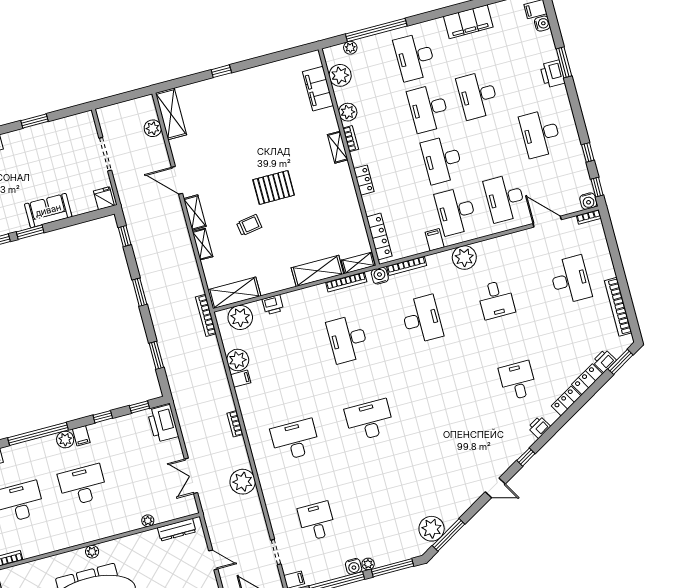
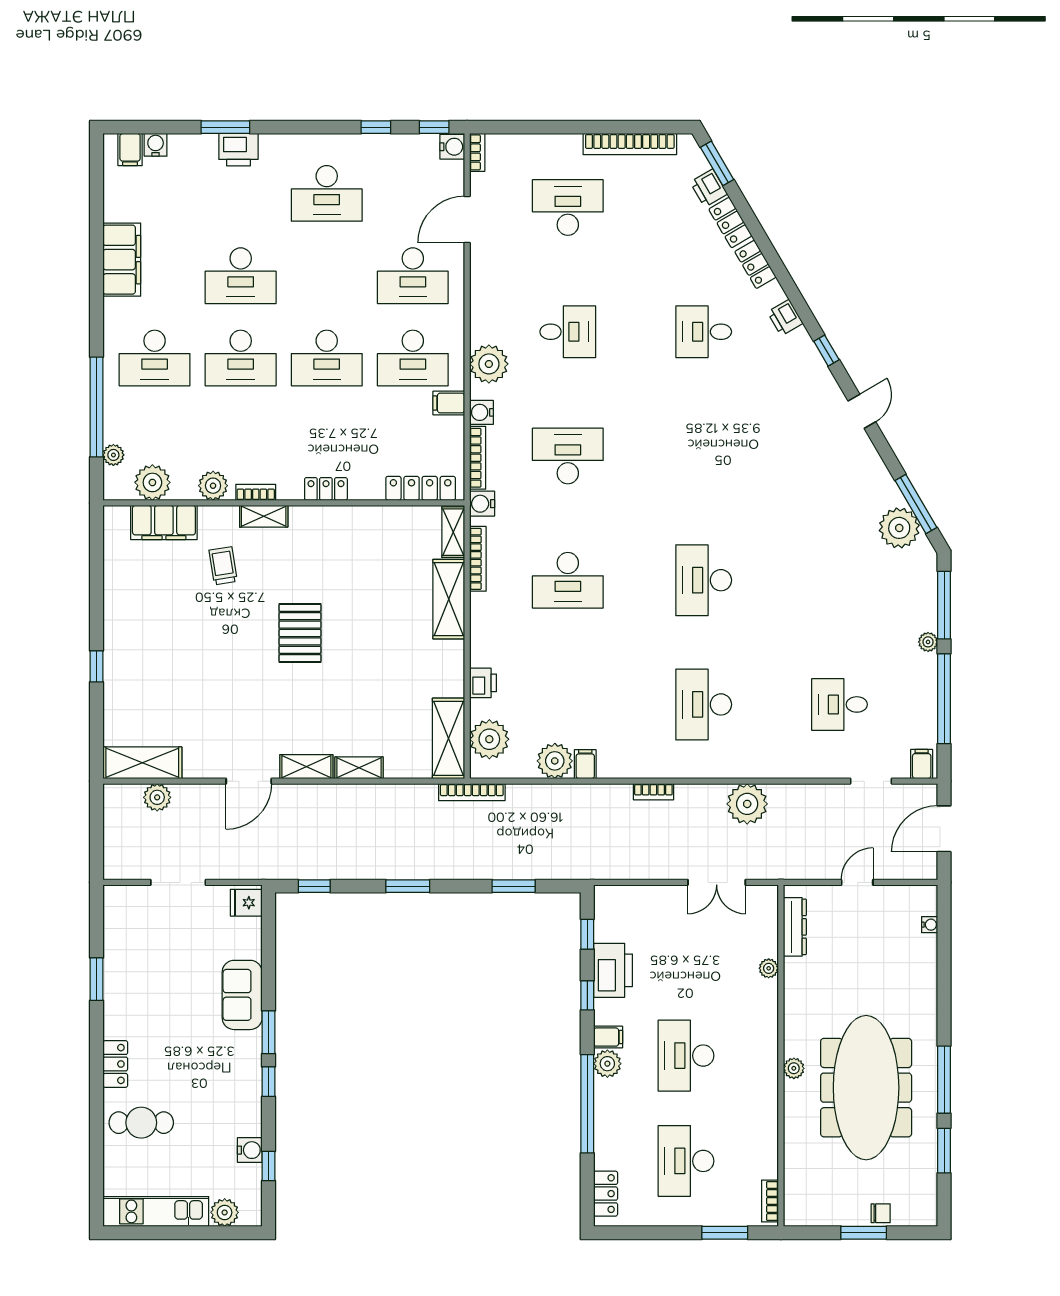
trolley: (249, 225) -> (223, 566), moved
printer: (163, 423) -> (613, 970), moved, turned -90
water cooler: (354, 566) -> (482, 412), moved, turned 180

